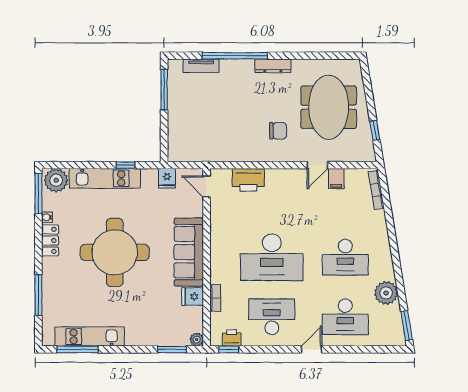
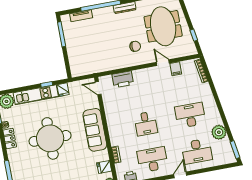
door: (317, 165) -> (163, 63), swing flipped
fridge: (167, 178) -> (63, 90), moved
desk: (272, 257) -> (146, 124), width x0.53, depth x0.77
desk: (345, 257) -> (190, 115), turned 180
fridge: (193, 297) -> (104, 167), moved

